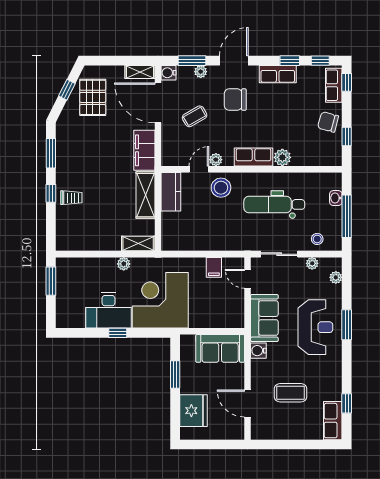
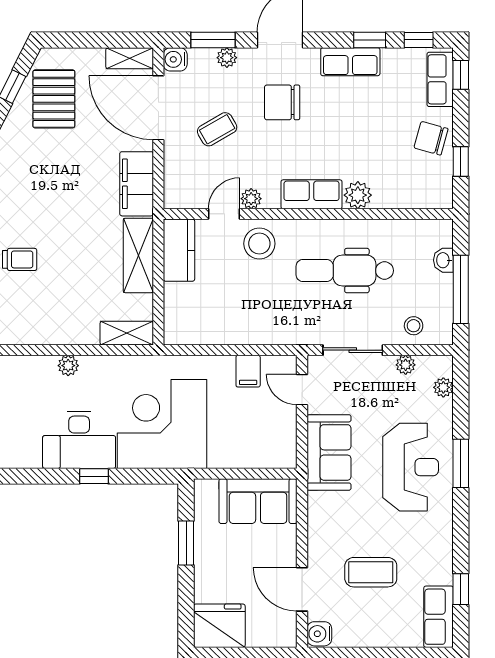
plant: (124, 264) -> (68, 366), moved
water cooler: (258, 351) -> (319, 634), moved
fridge: (194, 411) -> (219, 626), moved, turned -90

